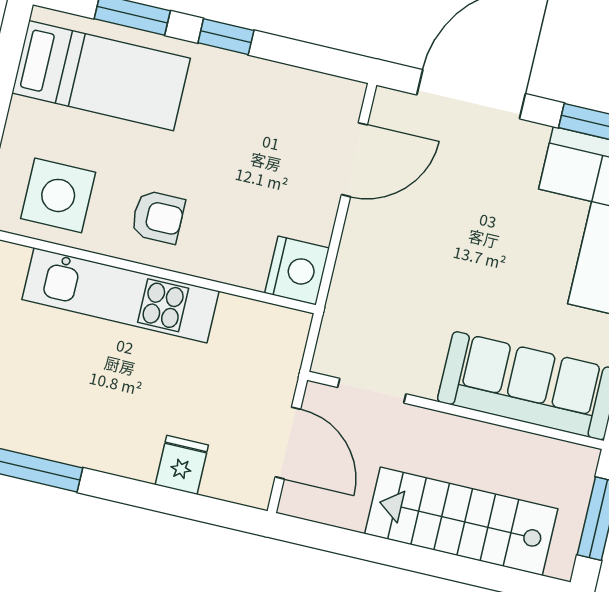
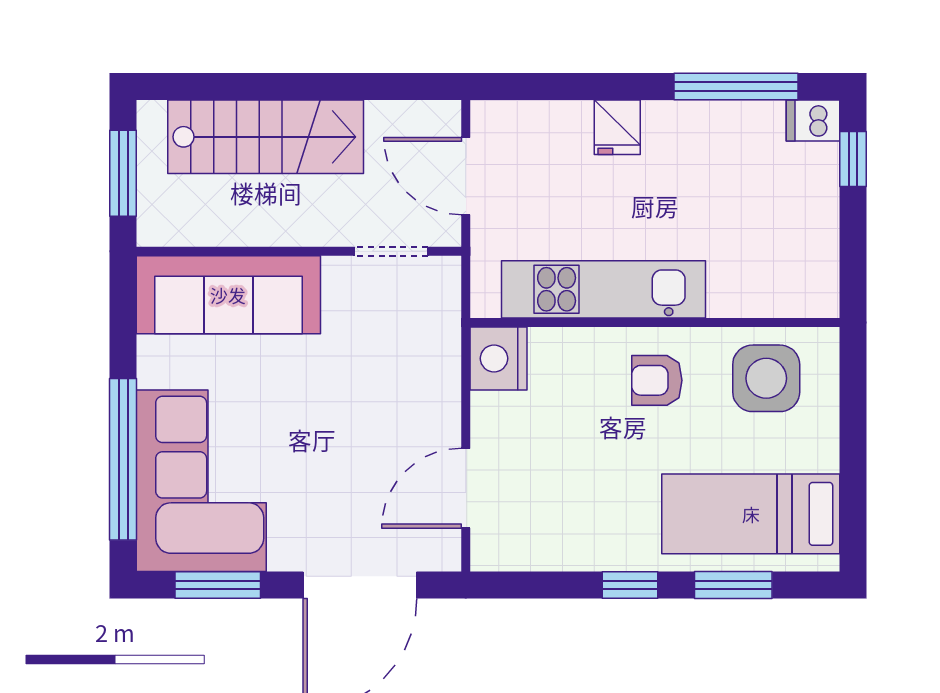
kitchen unit: (120, 295) -> (603, 289), moved
fridge: (182, 465) -> (617, 127), moved

